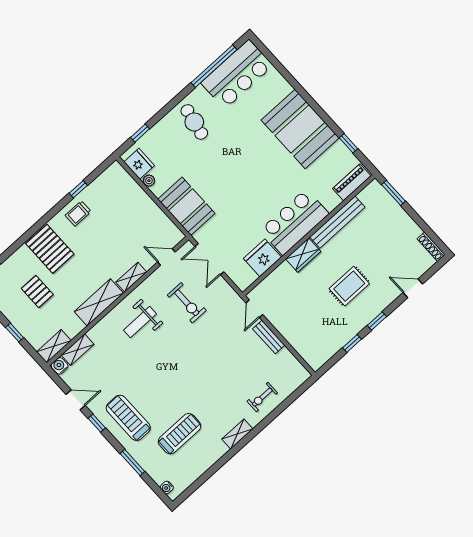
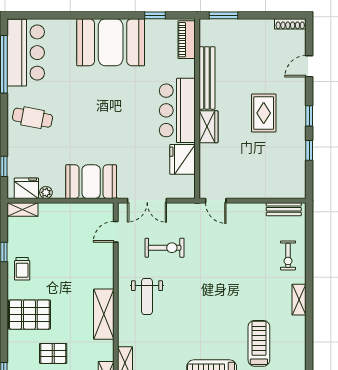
shelving: (131, 277) -> (22, 209), moved, turned 90
bench: (269, 337) -> (284, 209), moved

